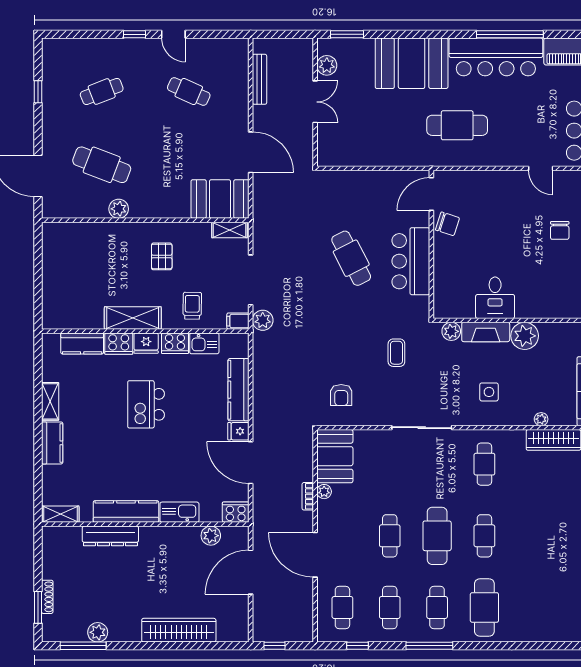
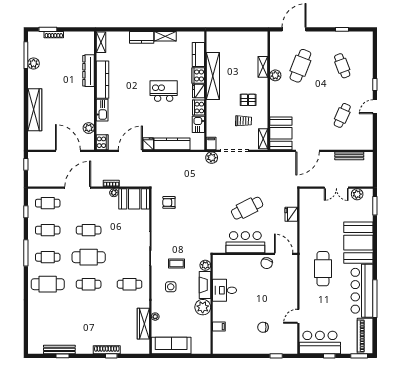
fridge: (362, 181) -> (291, 214), added
shelving: (104, 230) -> (263, 67), added
trolley: (192, 306) -> (243, 121), moved
filing cabinet: (559, 308) -> (219, 327), added
shelving: (133, 318) -> (213, 76), width x1.47
coffee table: (396, 353) -> (176, 264), moved

